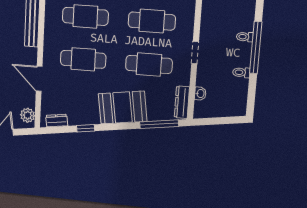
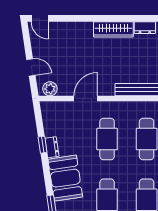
dresser: (57, 121) -> (52, 147), moved

